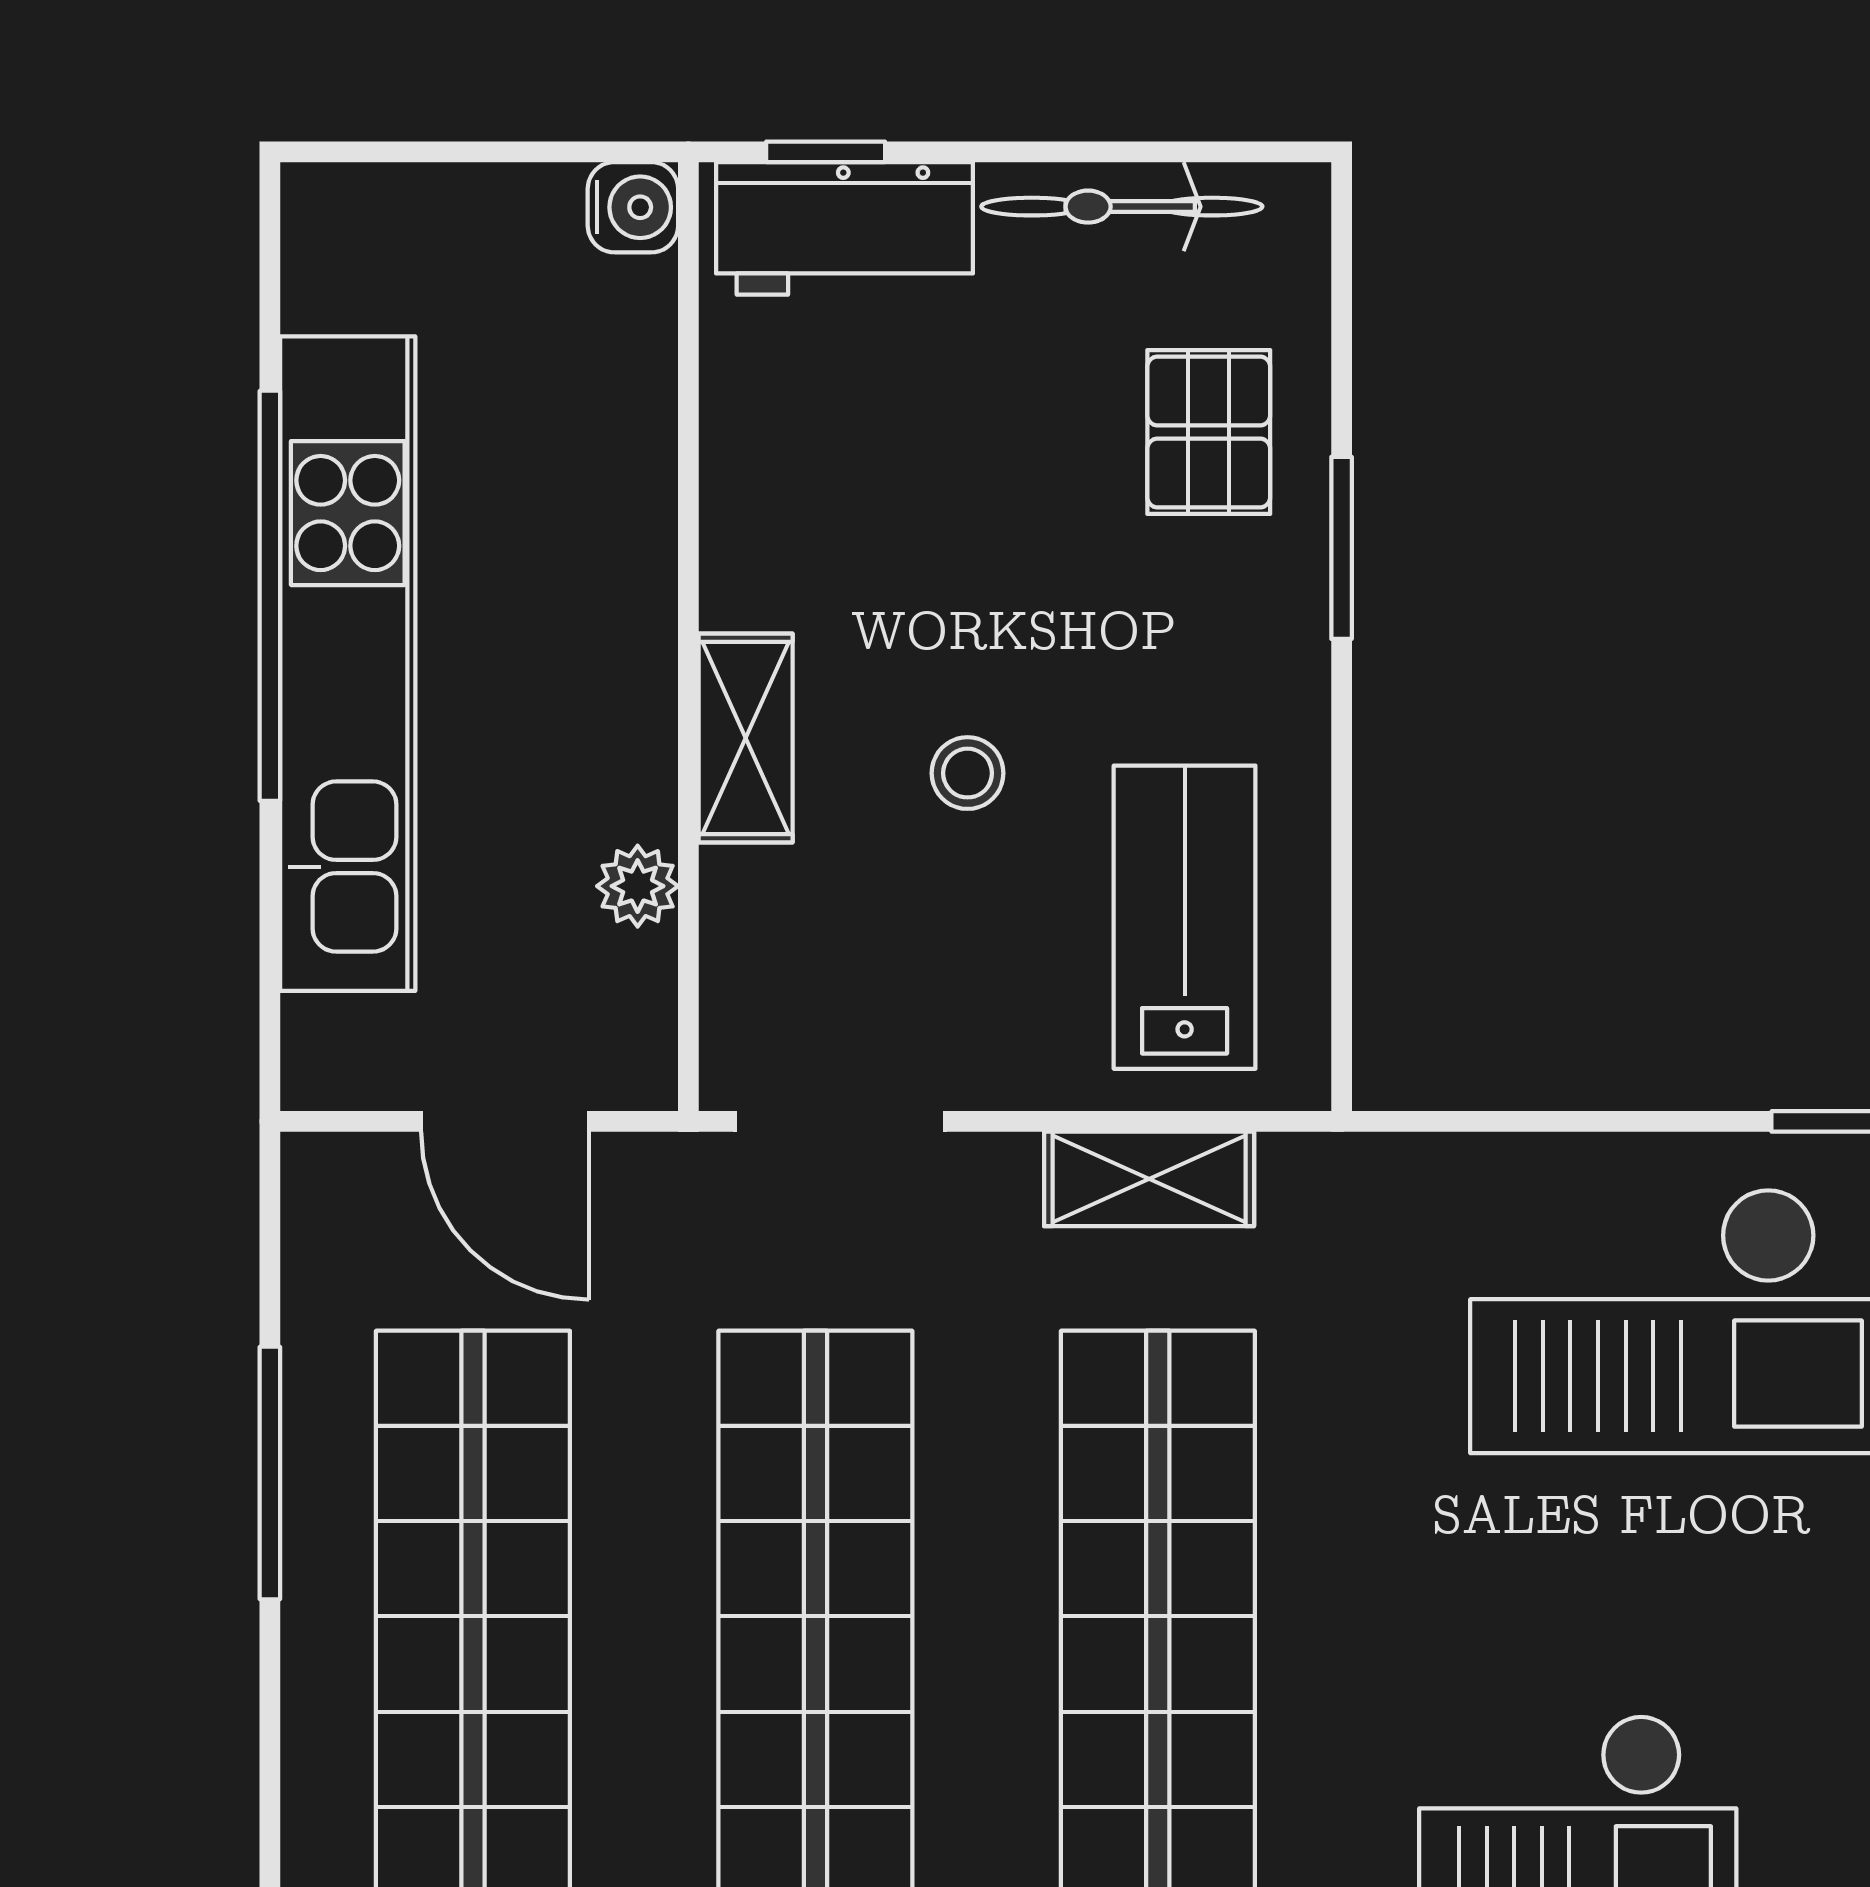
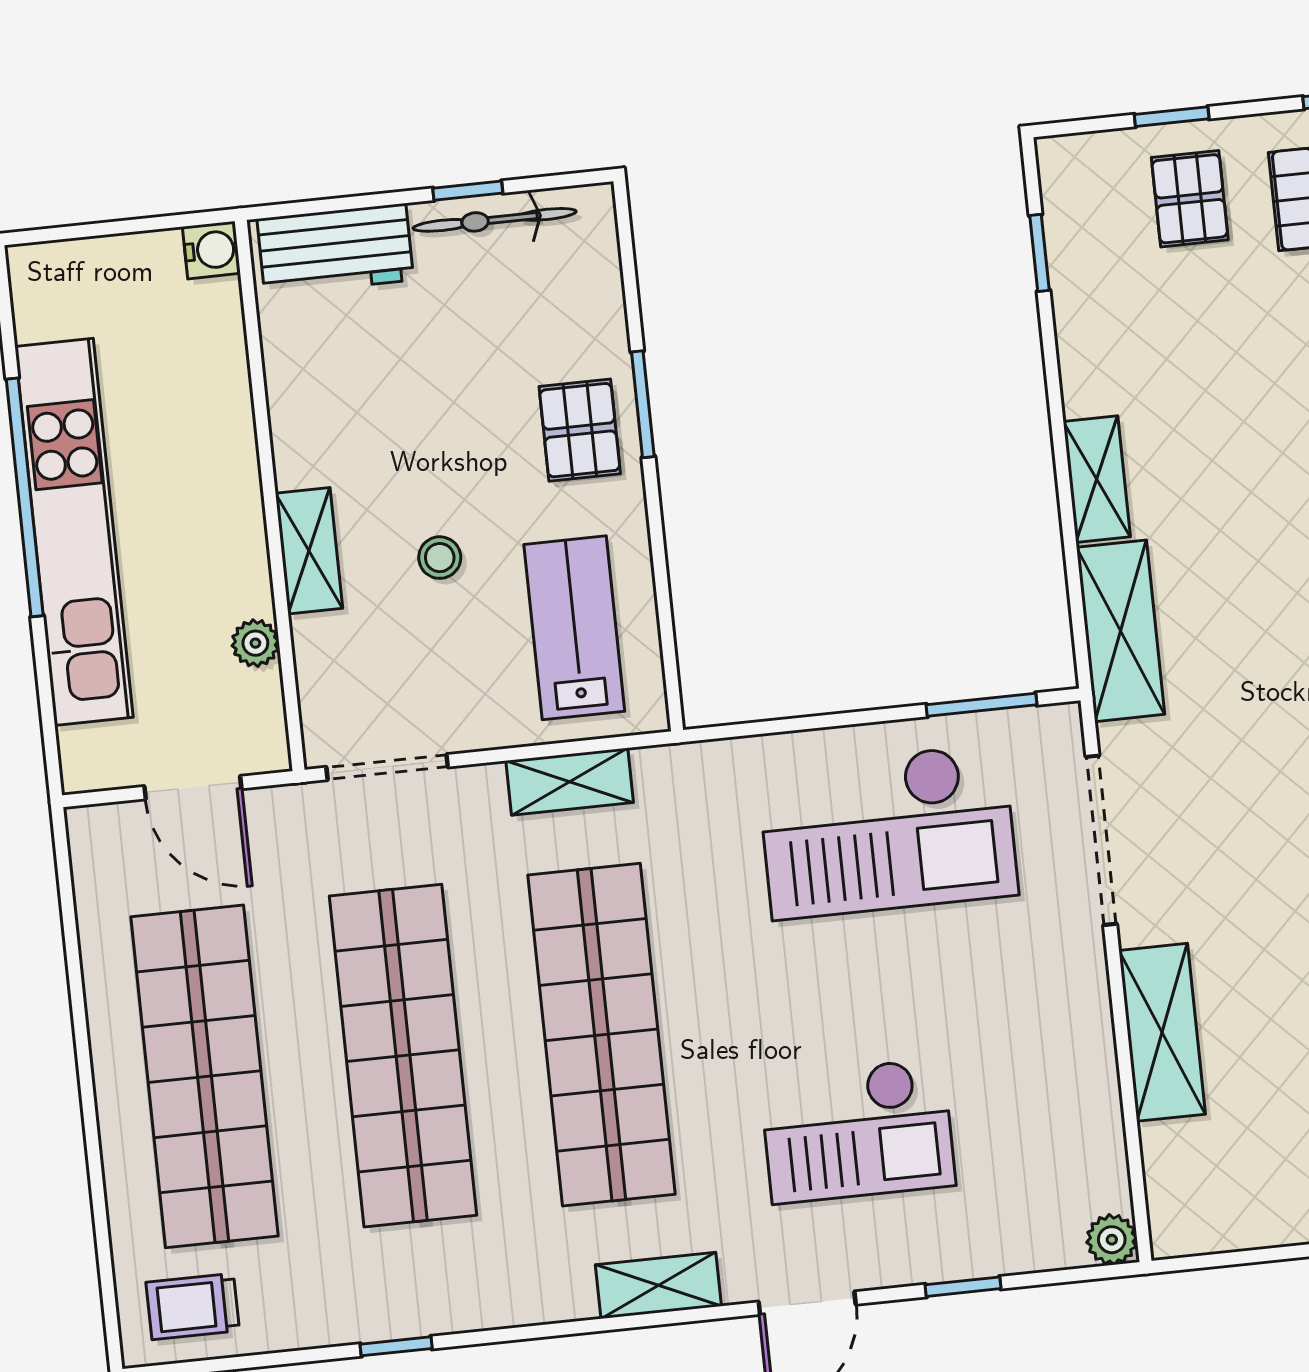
window: (826, 152) -> (468, 191), moved
pallet: (1209, 432) -> (580, 430), moved
window: (270, 1473) -> (78, 1006), removed

